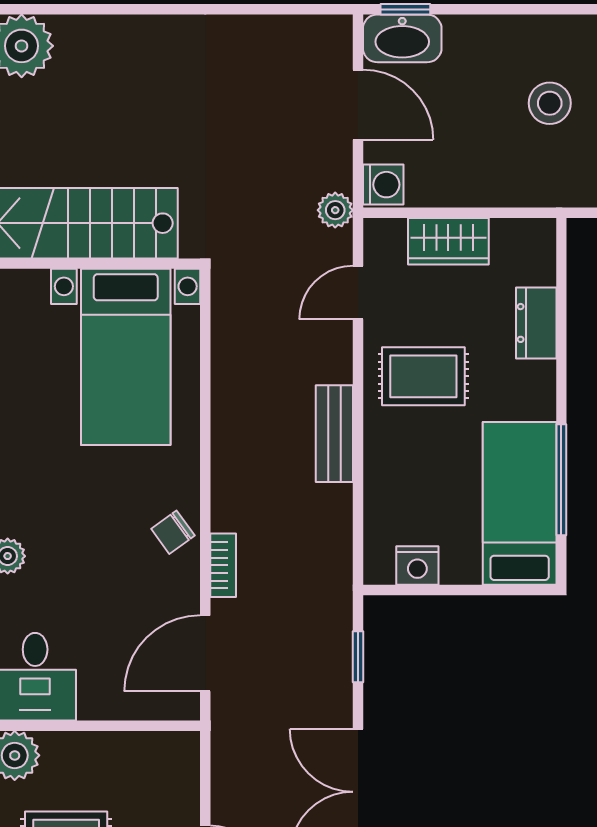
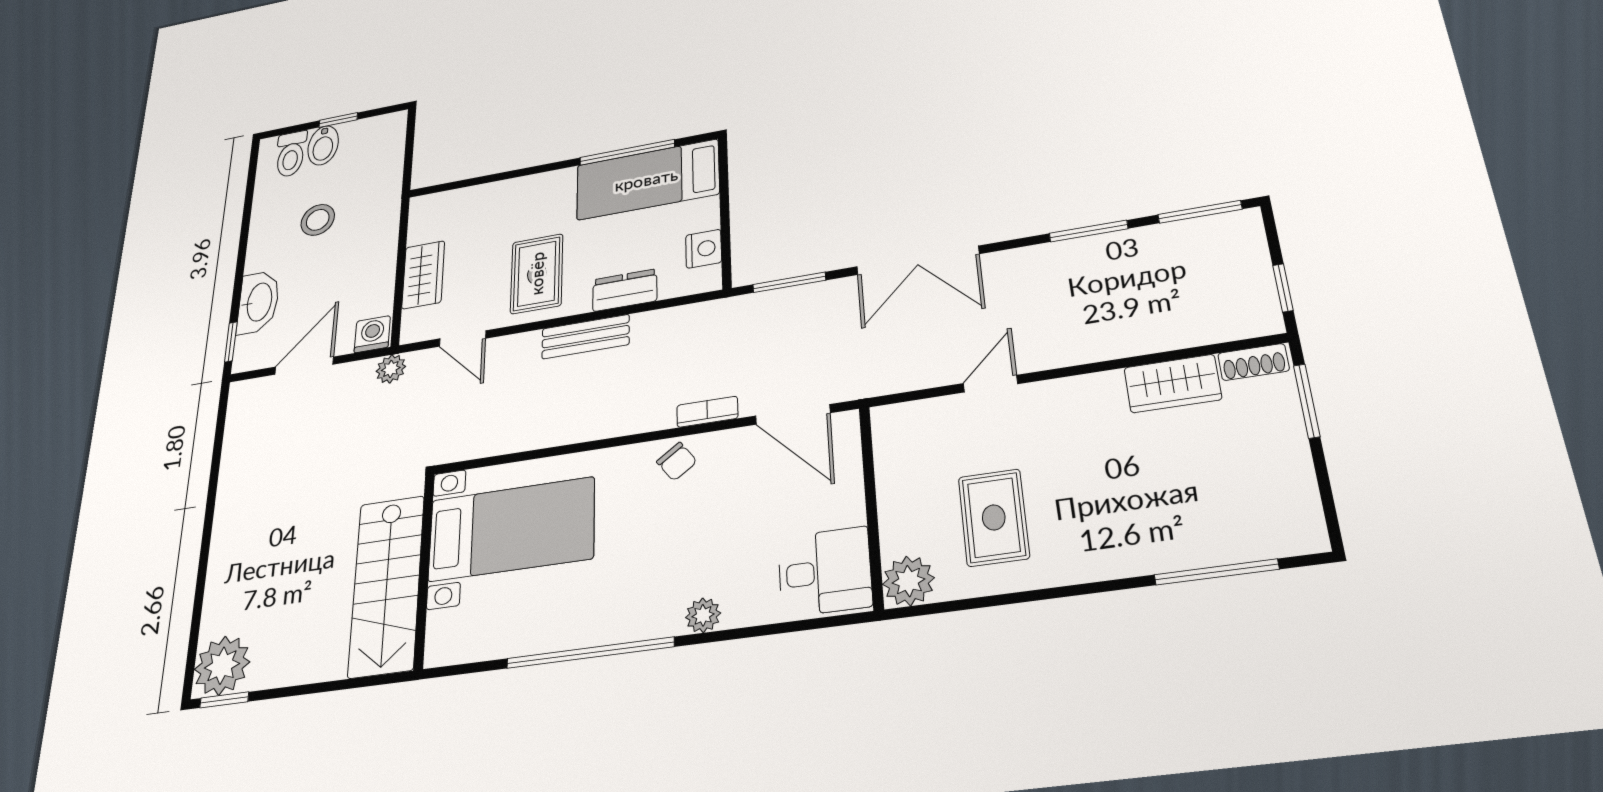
washbasin: (402, 38) -> (258, 302), moved
dresser: (536, 323) -> (625, 290), moved, turned 180
window: (358, 657) -> (789, 282), width x1.50

